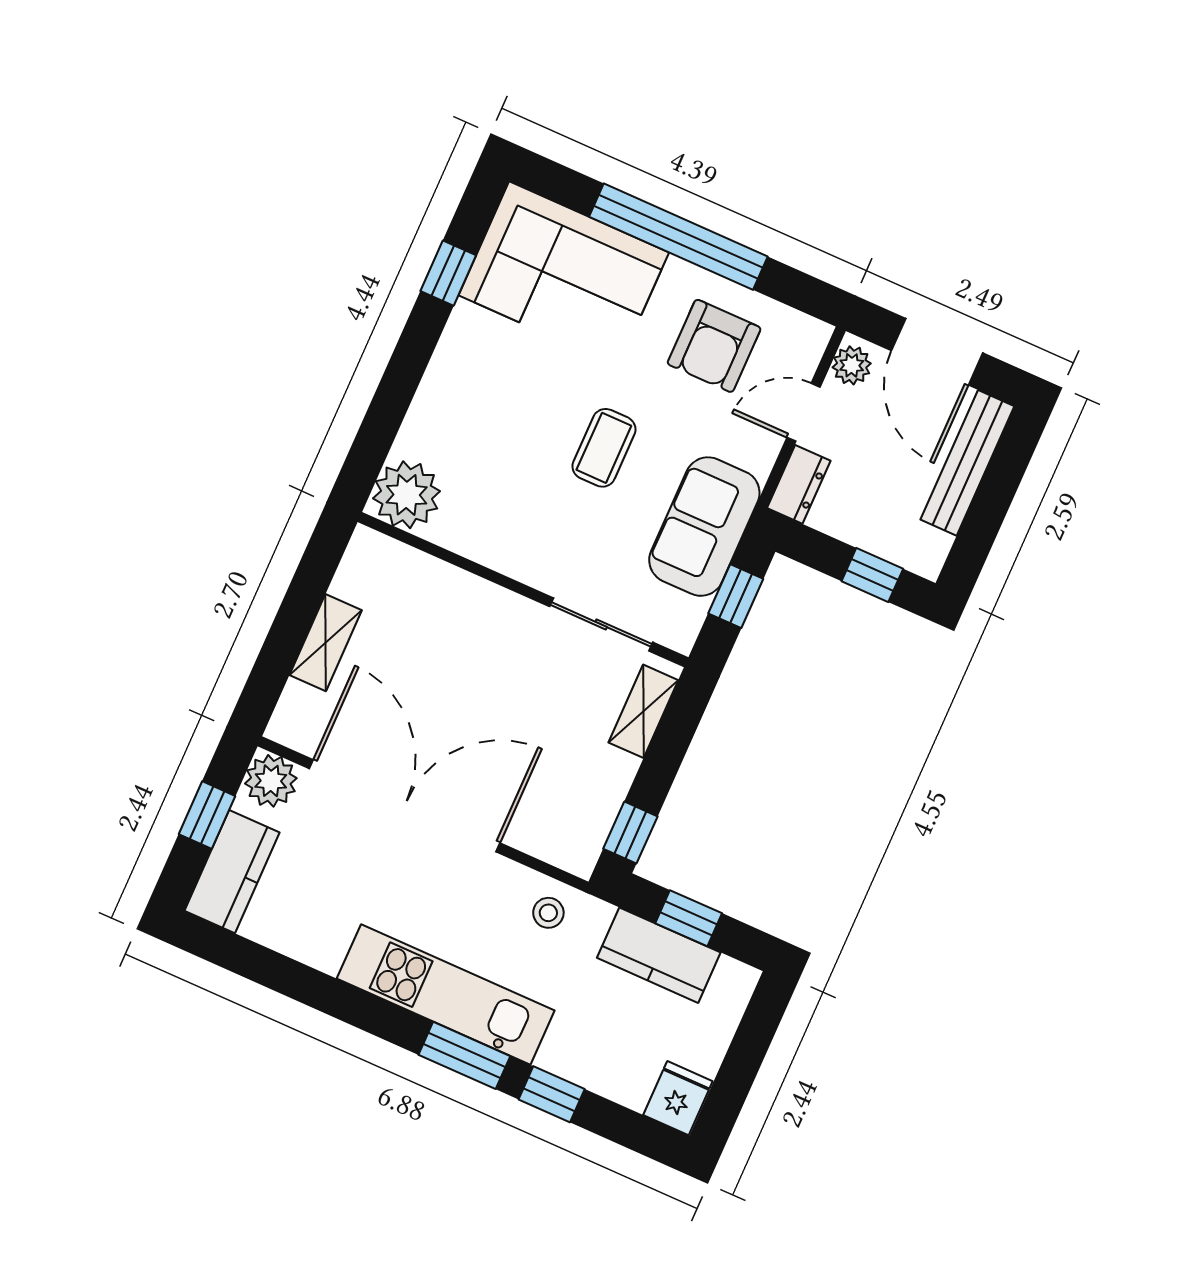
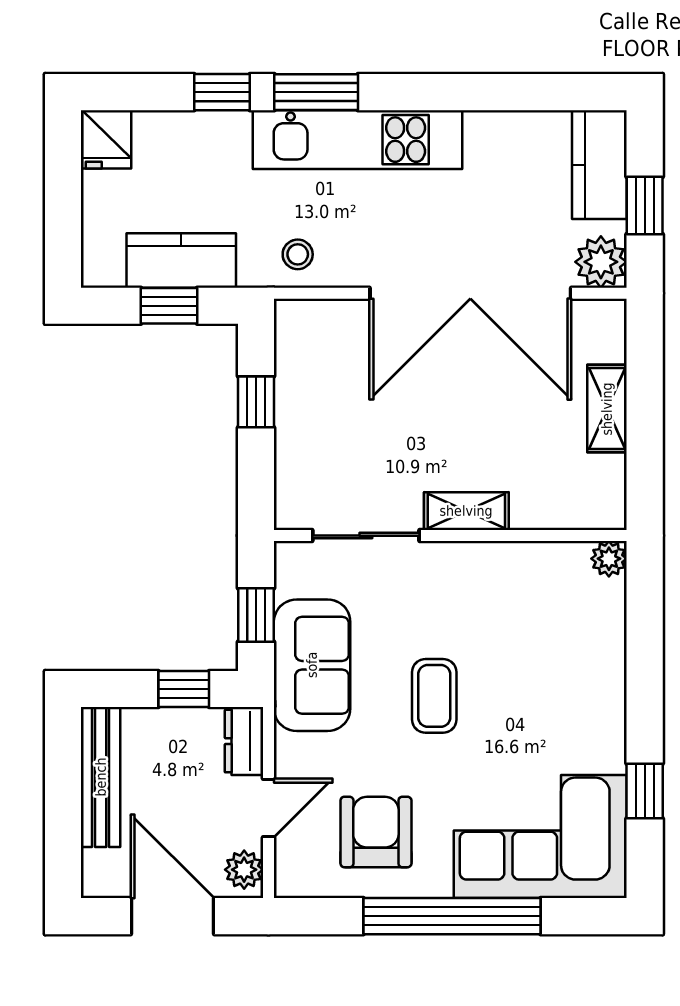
bench: (967, 463) -> (101, 777), moved
plant: (407, 495) -> (609, 559), width x0.53, depth x0.53
window: (872, 575) -> (184, 689), moved
shelving: (643, 711) -> (466, 511), moved, turned 90
window: (630, 833) -> (256, 402), moved

